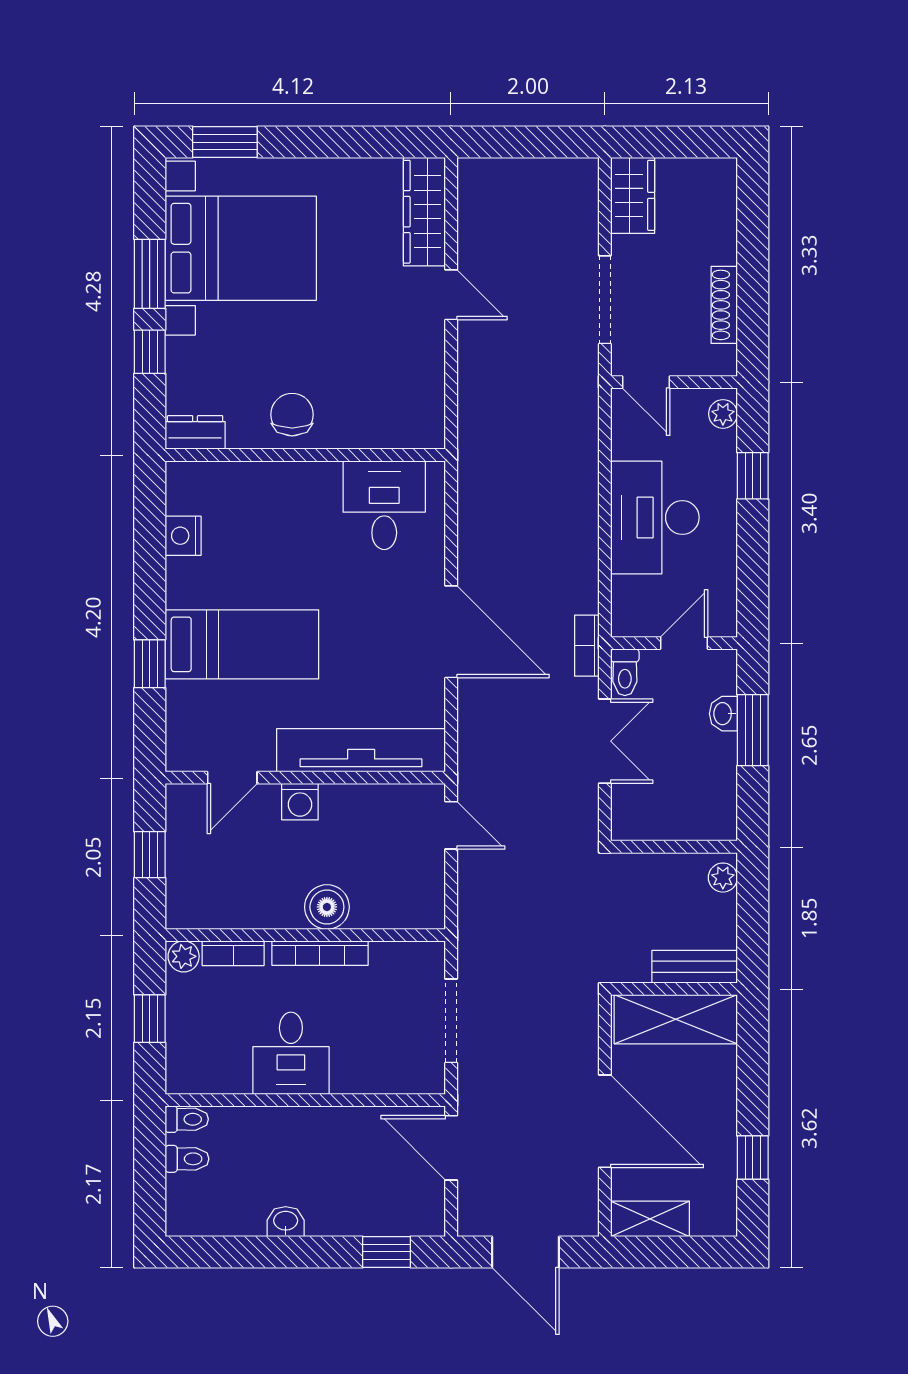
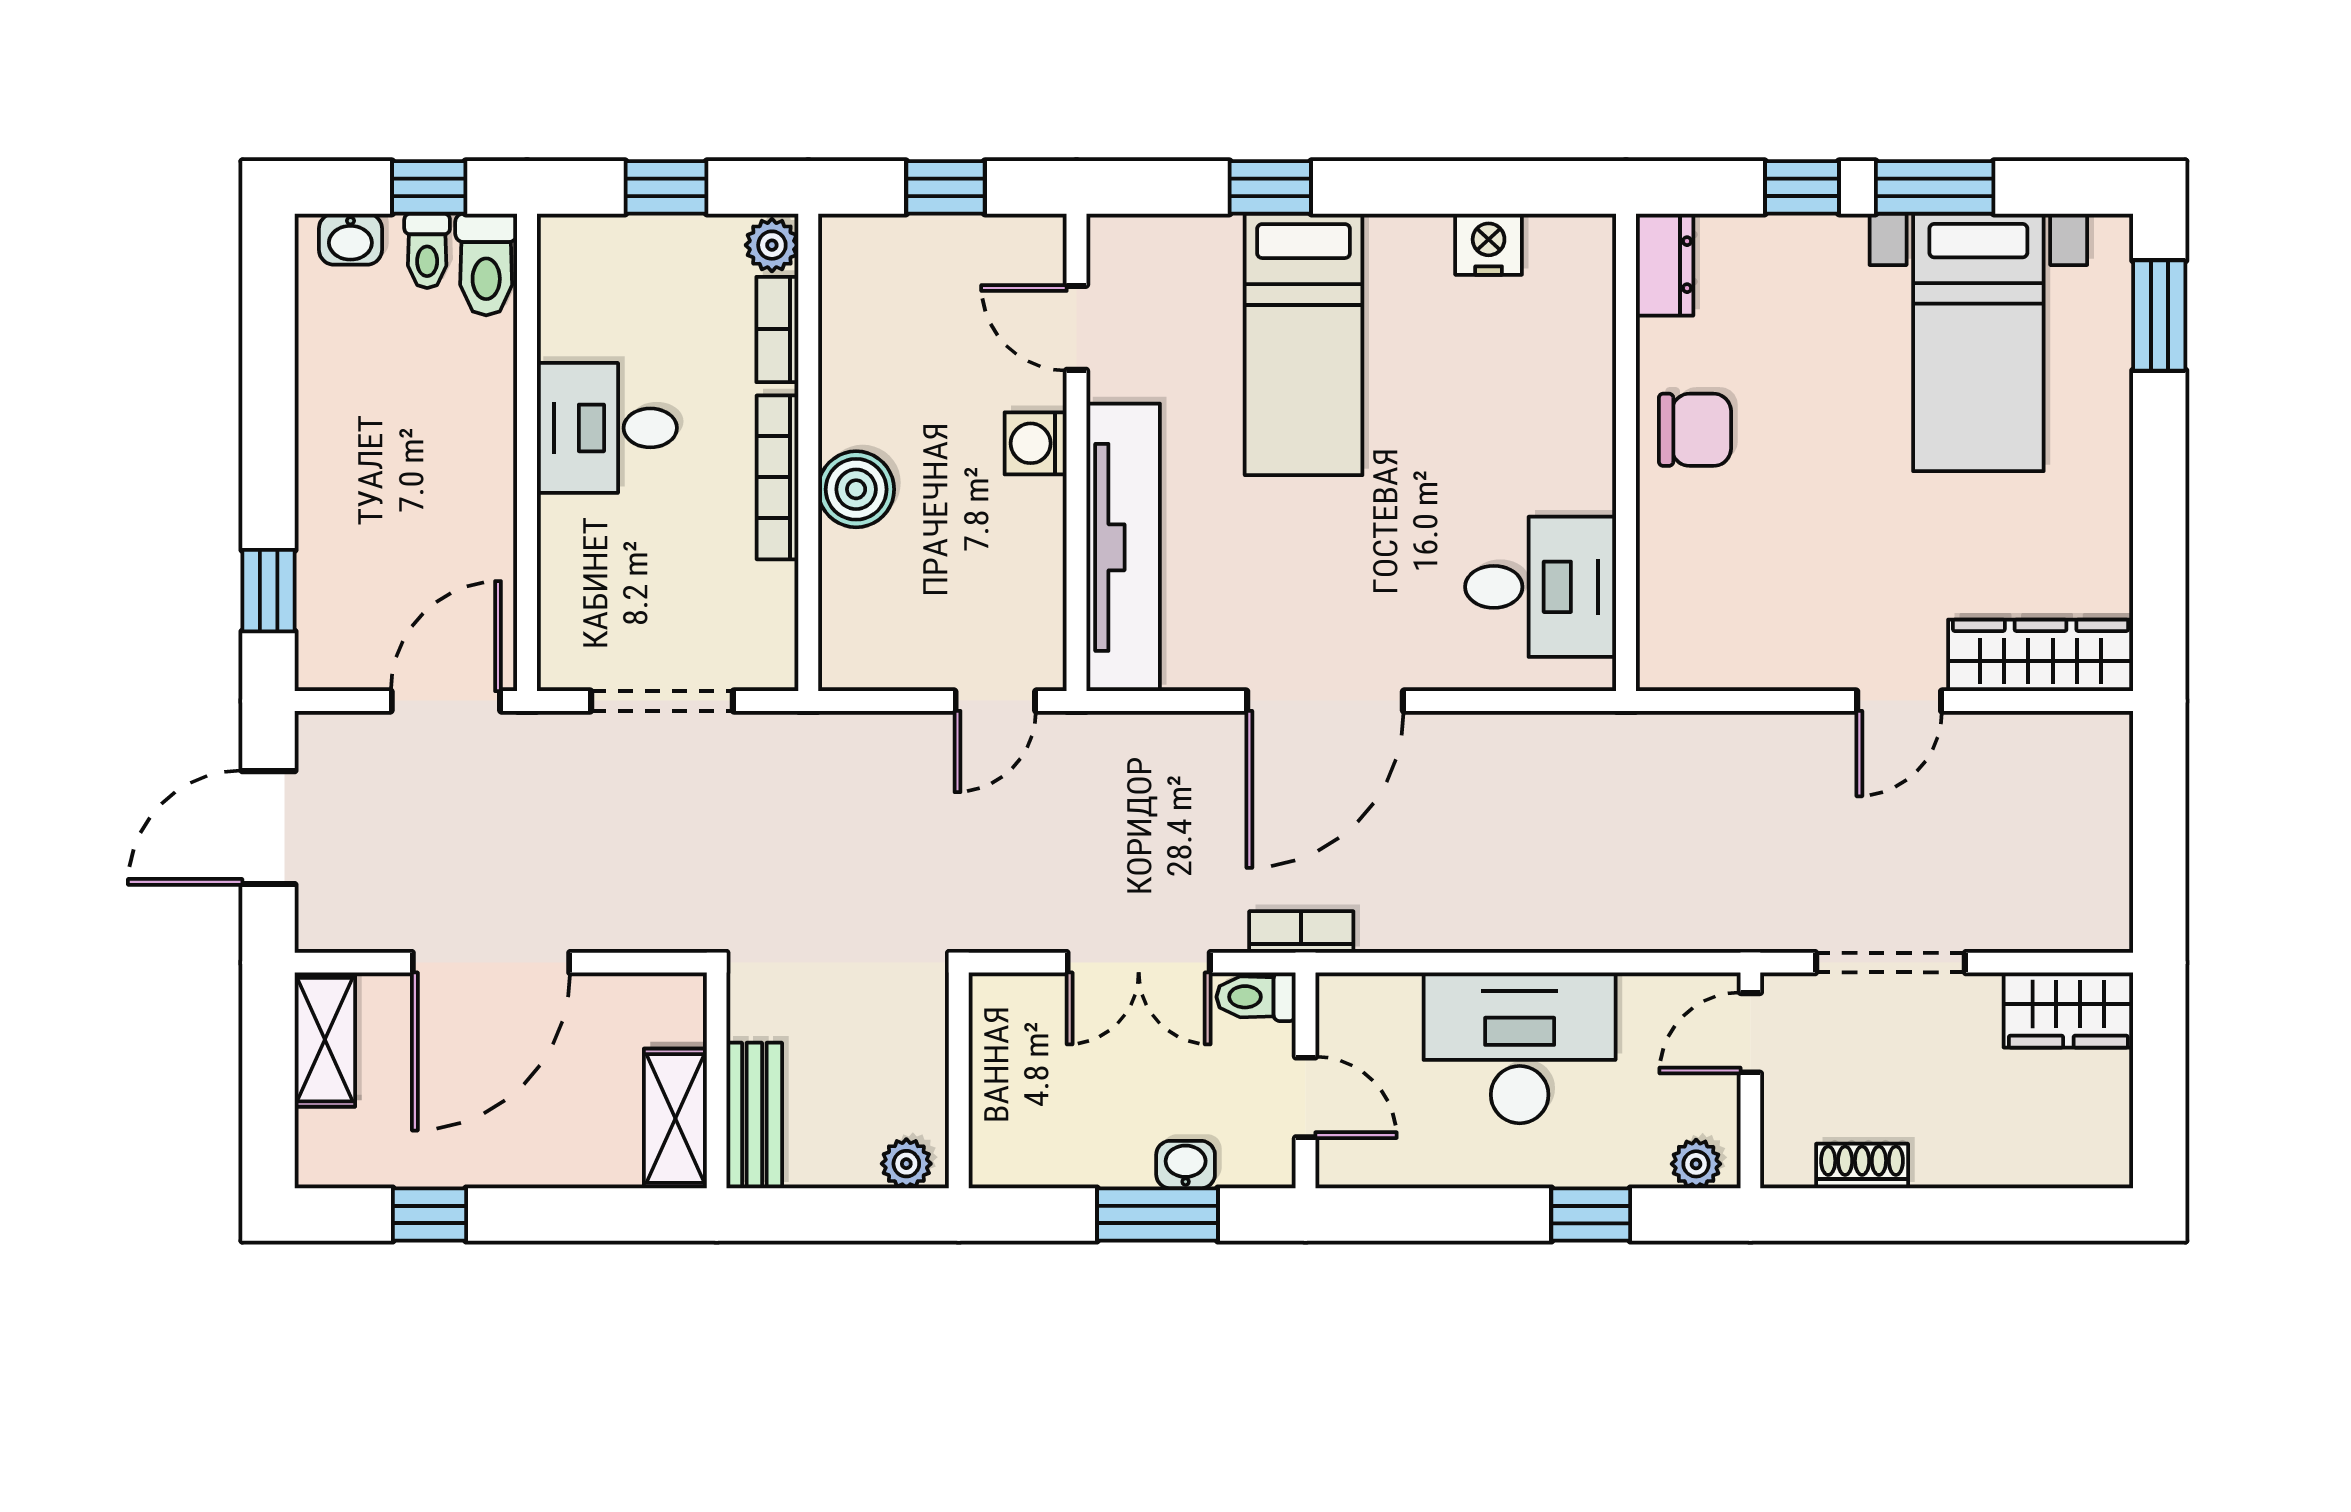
bed with nightstands: (241, 248) -> (1978, 342), width x0.73
shoe rack: (724, 305) -> (1862, 1166), width x0.70
shelving: (676, 1019) -> (675, 1118), width x0.67, depth x0.75
toilet: (187, 1119) -> (486, 265), width x1.37, depth x1.39
window: (150, 1158) -> (429, 187), added
washbasin: (286, 1222) -> (350, 239), moved, turned 90

